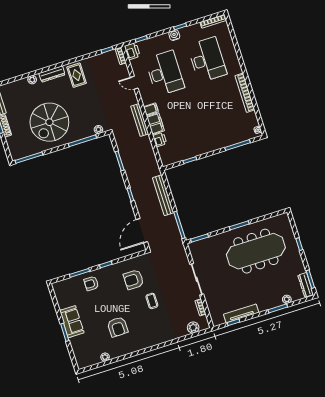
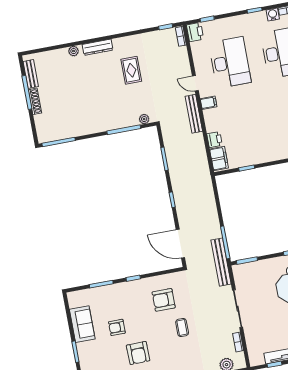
water cooler: (174, 35) -> (273, 14), moved
rug: (77, 75) -> (131, 70), moved
door: (134, 83) -> (195, 83), moved
spiral stairs: (49, 122) -> (88, 103), removed
filing cabinet: (156, 124) -> (219, 159), moved
bench: (163, 195) -> (221, 262), moved
door: (142, 231) -> (180, 244), hinge flipped
armchair: (91, 283) -> (117, 327), moved
sofa: (72, 322) -> (82, 324), moved

